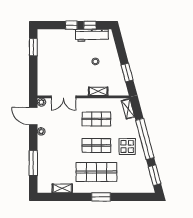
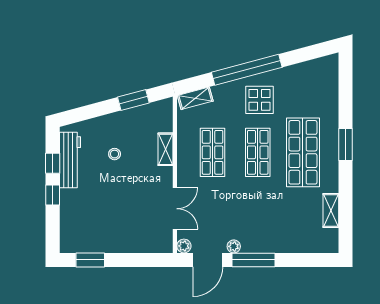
window: (33, 163) -> (254, 260), moved
window: (155, 175) -> (308, 53), removed

